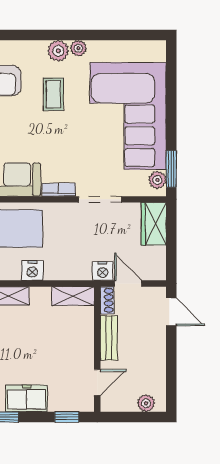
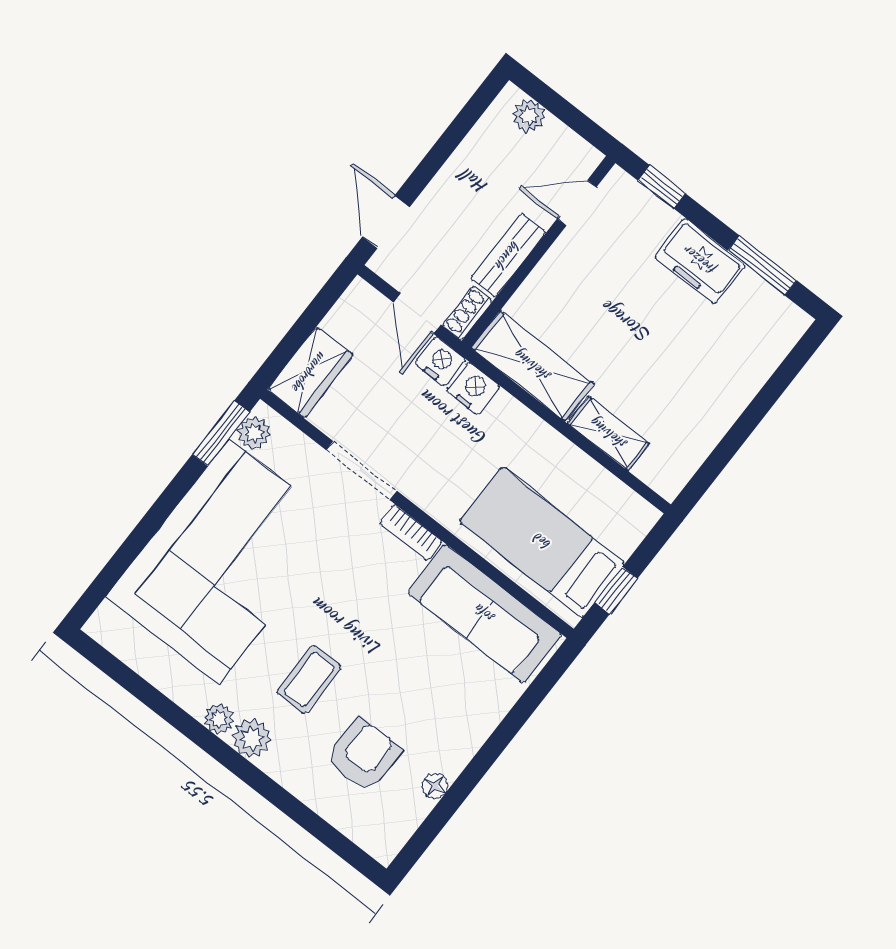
nightstand: (32, 270) -> (473, 388), moved
shelving: (73, 296) -> (532, 366), width x1.50, depth x1.33

